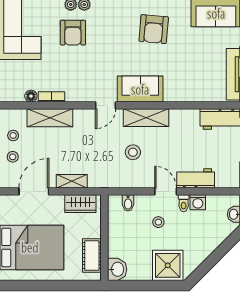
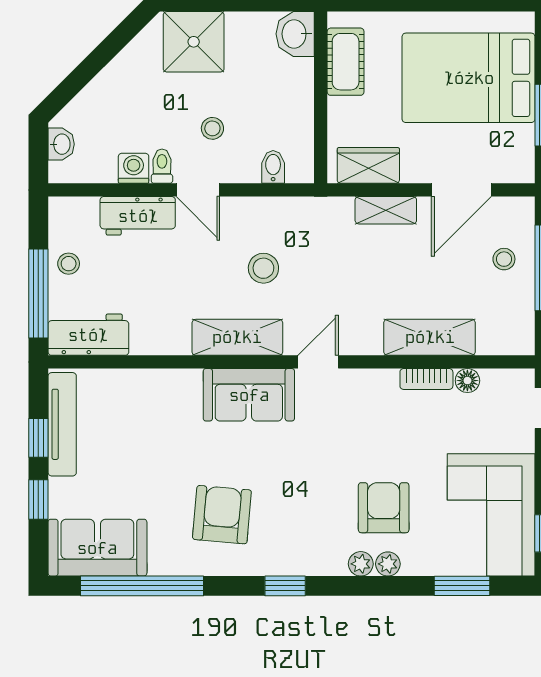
stool: (13, 135) -> (69, 264), moved

